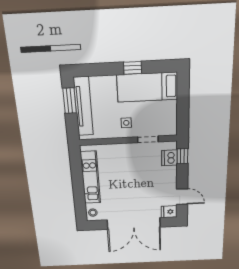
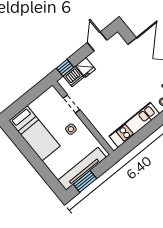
window: (133, 68) -> (29, 153), removed
fridge: (169, 212) -> (86, 67), moved

